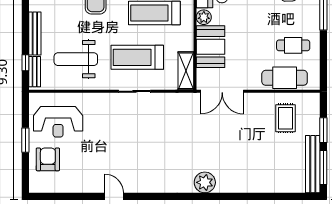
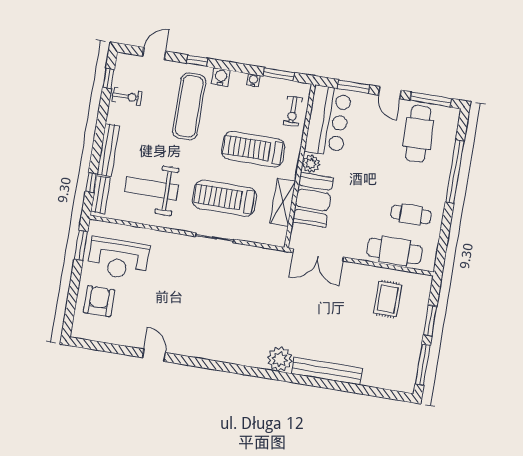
shelving: (186, 71) -> (283, 202), moved
window: (25, 140) -> (81, 245), moved
bench: (313, 164) -> (327, 371), moved, turned 90
door: (114, 196) -> (154, 355), moved

